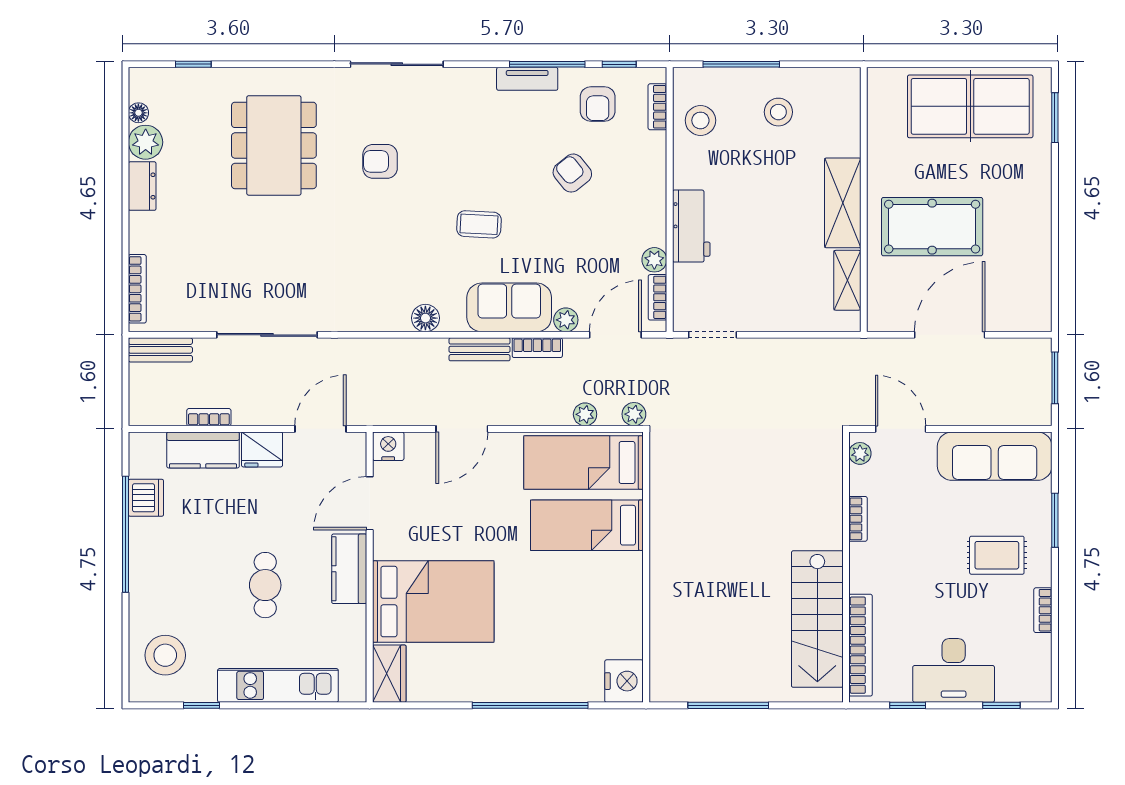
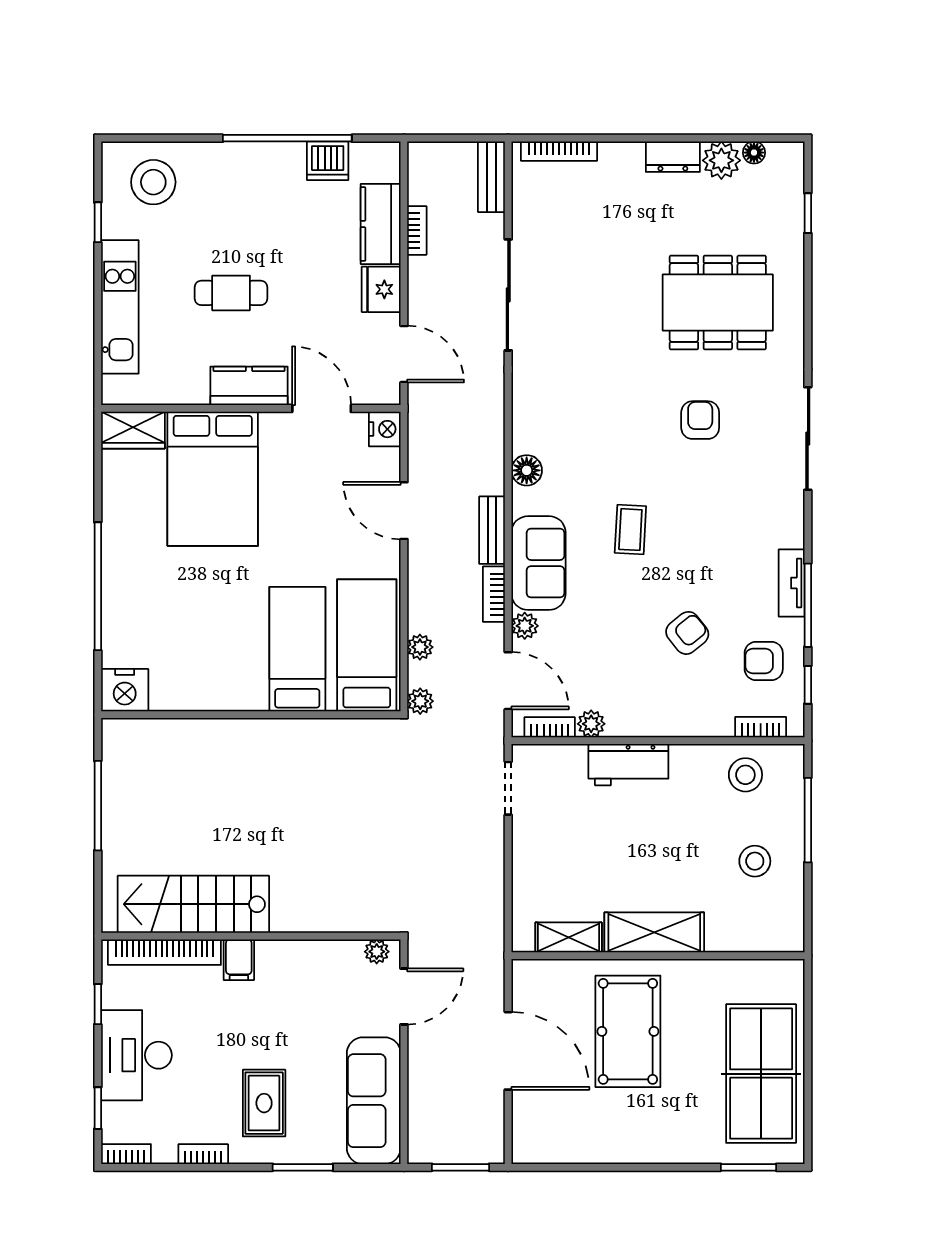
bookcase: (858, 519) -> (126, 1154), moved, turned 180
filing cabinet: (867, 578) -> (239, 960), added

